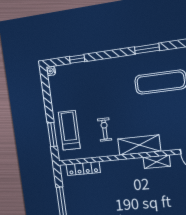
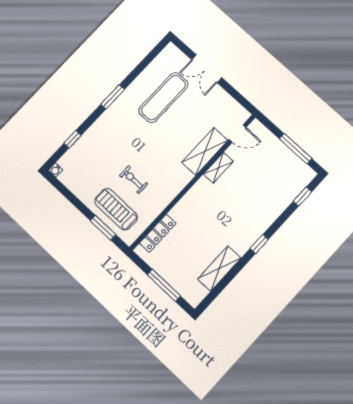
window: (147, 49) -> (113, 97), moved
exercise bike: (105, 130) -> (134, 180), moved
shelving: (139, 145) -> (205, 151), moved

